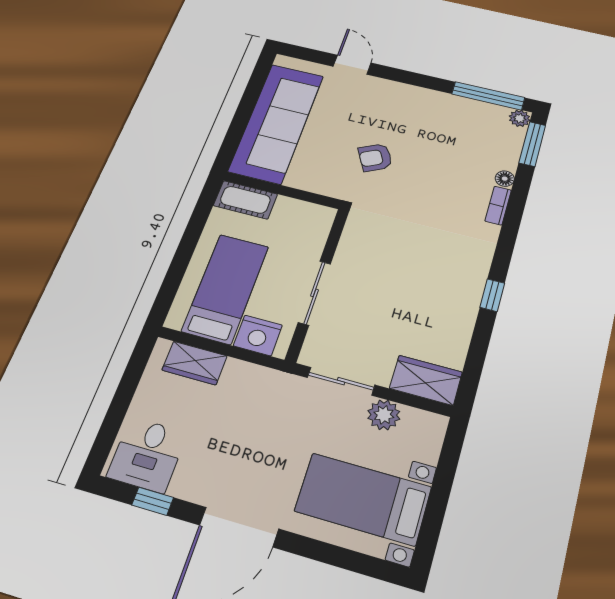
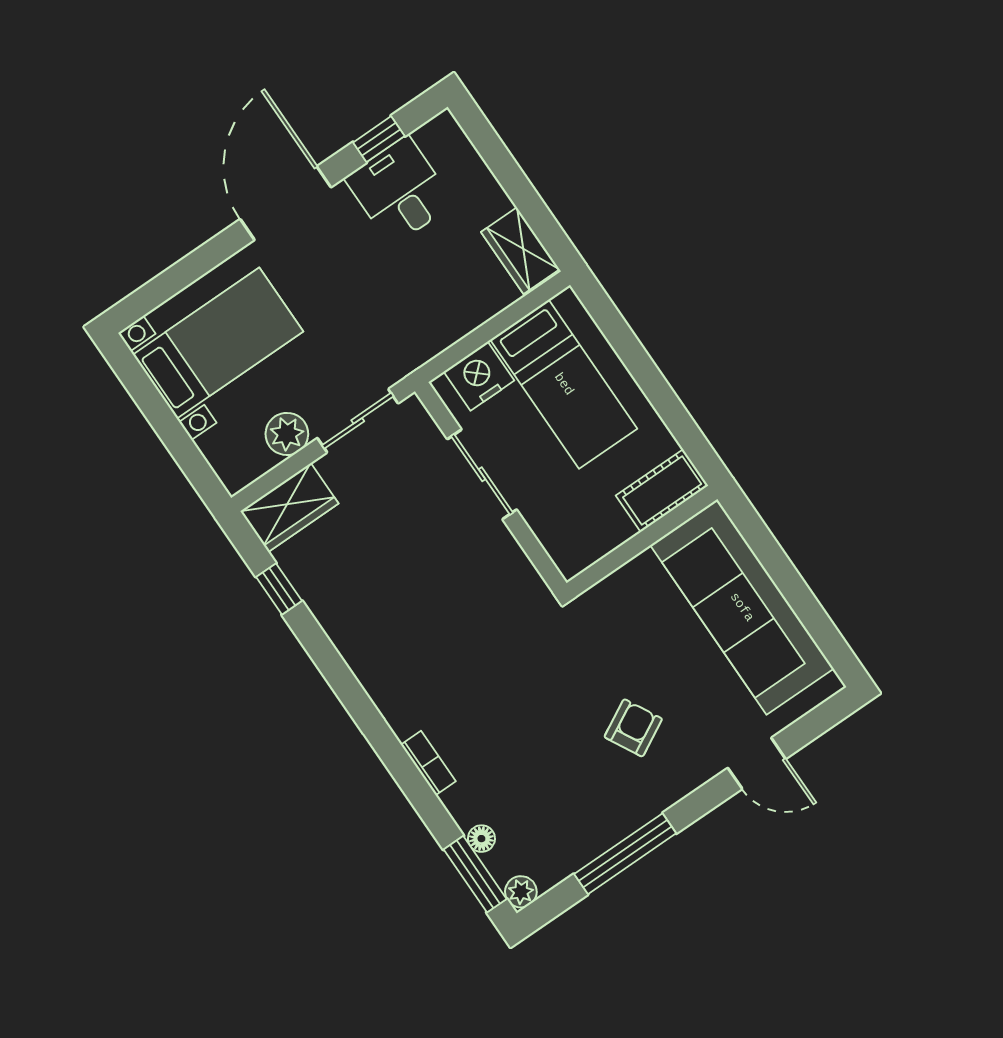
window: (488, 96) -> (625, 854), moved
armchair: (375, 157) -> (633, 728), moved
floor lamp: (505, 179) -> (481, 839), moved
window: (492, 295) -> (279, 589), moved
wardrobe: (195, 363) -> (520, 251), moved, turned -90
desk: (147, 455) -> (400, 191), moved

